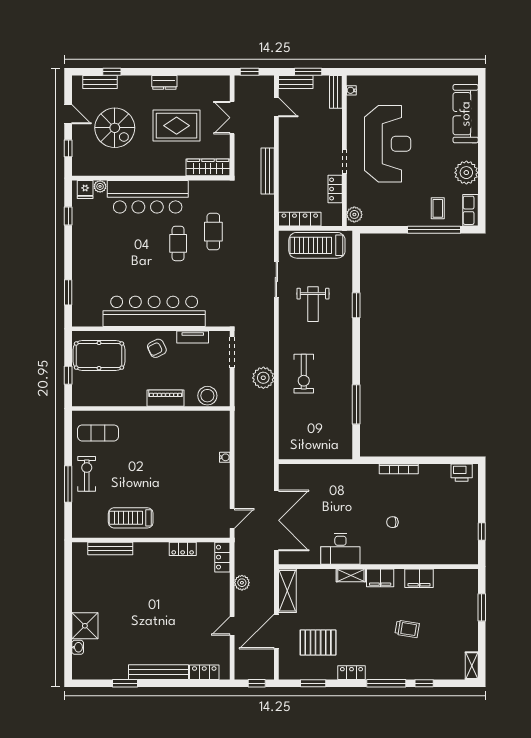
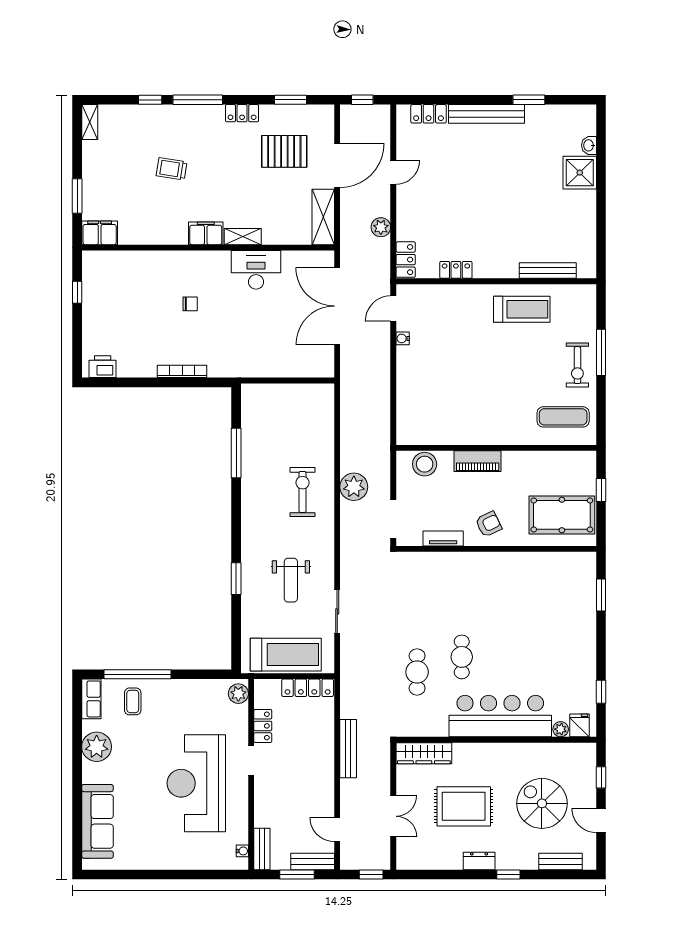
window: (112, 72) -> (508, 874), moved
weight bench: (313, 304) -> (291, 580), turned 180
bar counter: (154, 311) -> (492, 571), removed
water cooler: (225, 457) -> (403, 338), moved
filing cabinet: (419, 578) -> (100, 233), moved

